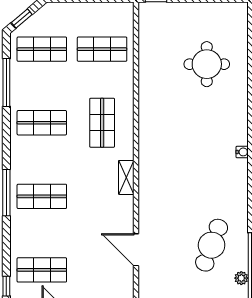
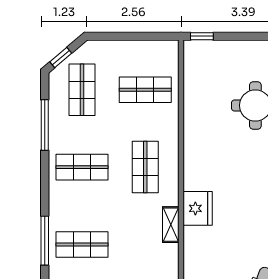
shop shelf: (42, 49) -> (82, 90), turned 90
fridge: (152, 162) -> (198, 208), added

